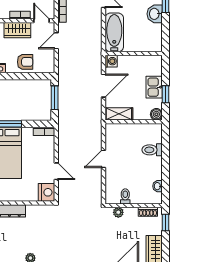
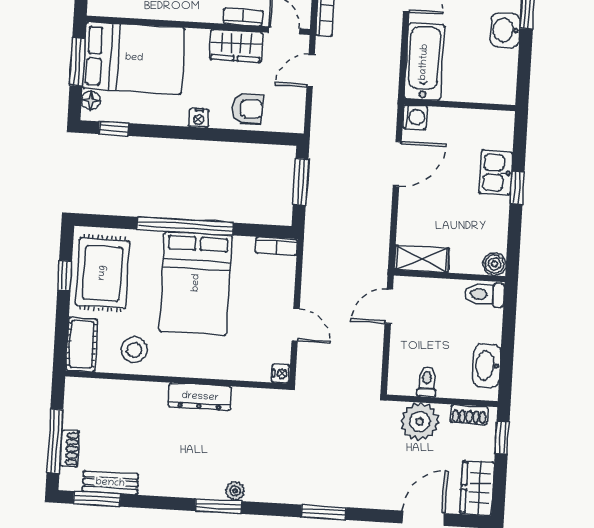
shelving: (119, 114) -> (422, 259), moved
boiler: (156, 114) -> (495, 264), moved
wall: (134, 122) -> (449, 276), moved
washbasin: (158, 186) -> (487, 365), width x1.91, depth x1.45
nightstand: (47, 192) -> (281, 374), width x0.53, depth x0.56
plant: (118, 212) -> (420, 421), width x1.87, depth x1.87

